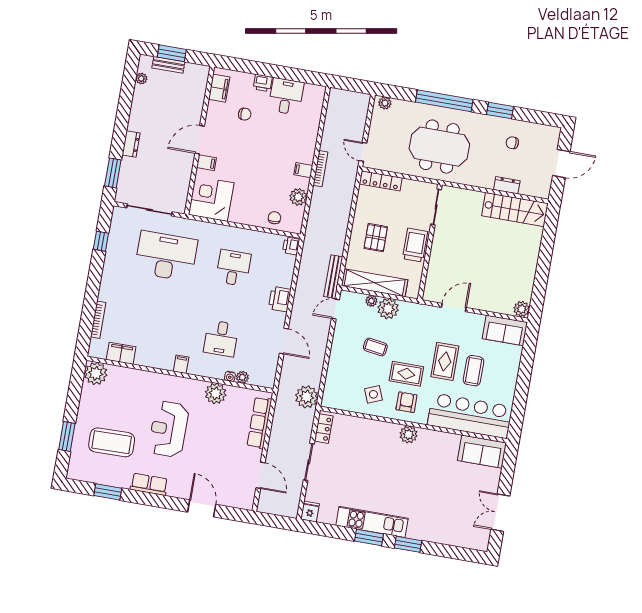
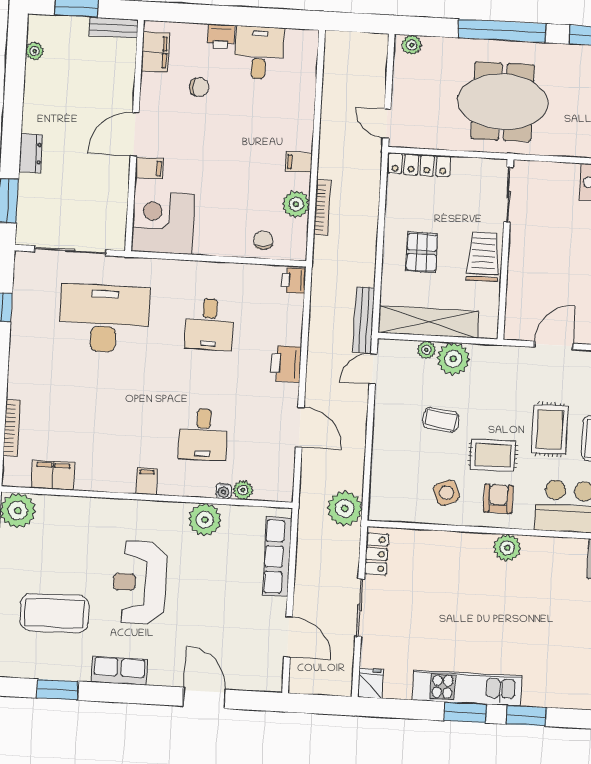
bench: (168, 65) -> (114, 28), moved
bookcase: (320, 169) -> (322, 207), moved
desk: (233, 268) -> (209, 324), turned 180

